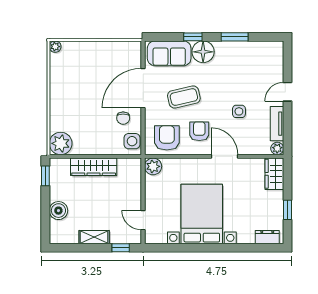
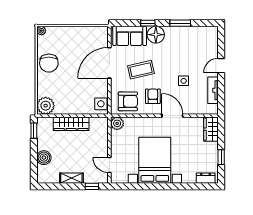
chair: (123, 118) -> (49, 63), moved, width x1.87, depth x1.87
armchair: (167, 138) -> (128, 101), turned 90
plant: (277, 148) -> (213, 110), removed

